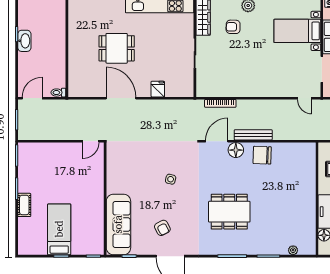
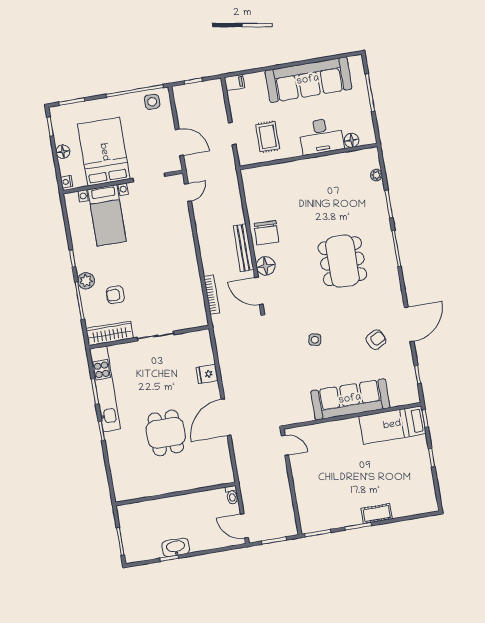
armchair: (233, 27) -> (115, 295), turned 89
sofa: (118, 224) -> (350, 399), moved
bed: (59, 229) -> (392, 425), moved

